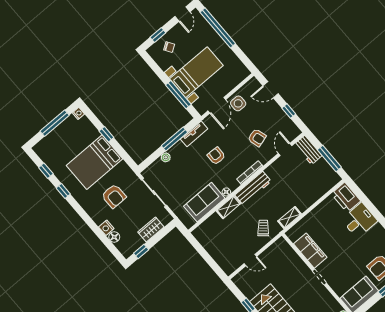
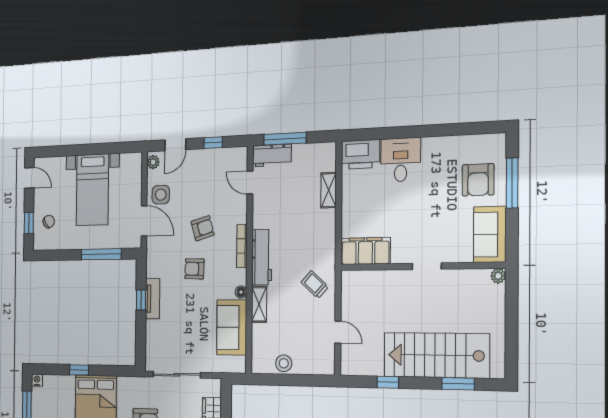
window: (218, 28) -> (71, 150), removed
bed with nightstands: (196, 72) -> (92, 190), moved, turned 180
tv unit: (194, 134) -> (153, 299), moved
armchair: (257, 138) -> (203, 228), moved
window: (174, 139) -> (141, 300), width x0.46
plant: (166, 157) -> (153, 162), moved
window: (329, 158) -> (285, 139), moved
shelving: (290, 217) -> (329, 190), moved
stool: (211, 245) -> (284, 363), added
filing cabinet: (310, 251) -> (365, 251), moved
door: (250, 260) -> (338, 332), hinge flipped

